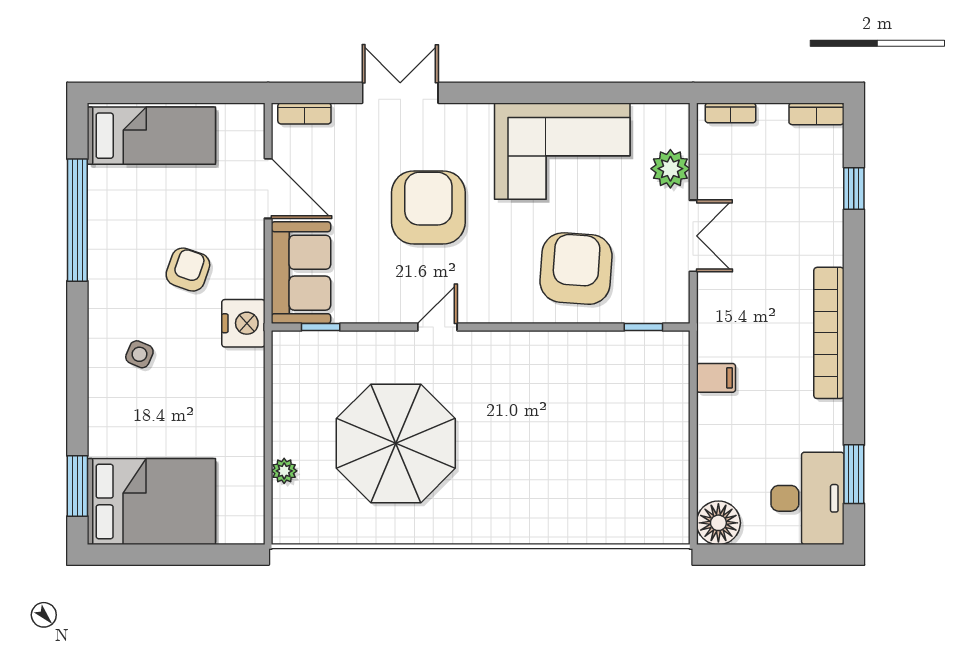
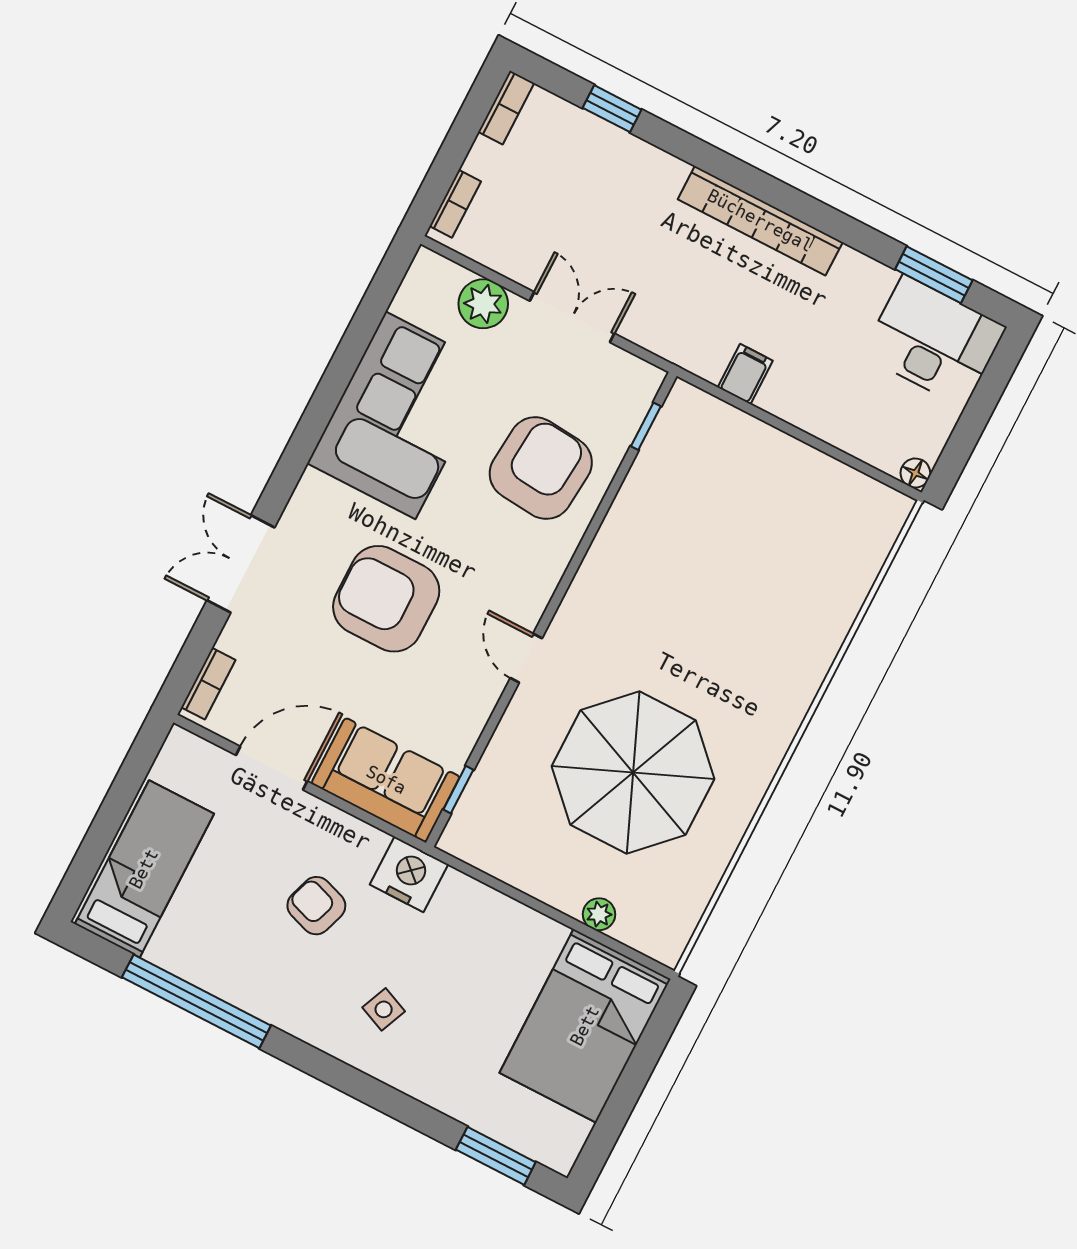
armchair: (576, 269) -> (541, 468), turned 91
bed: (151, 501) -> (585, 1026), moved, turned 180
floor lamp: (718, 523) -> (915, 473), width x0.53, depth x0.53

